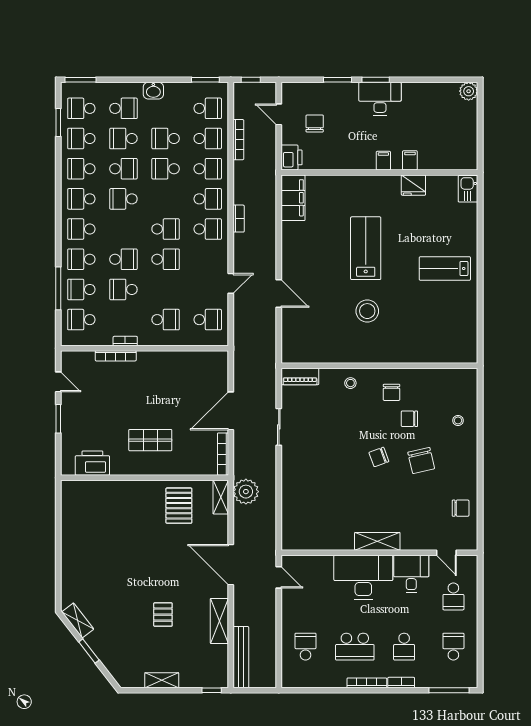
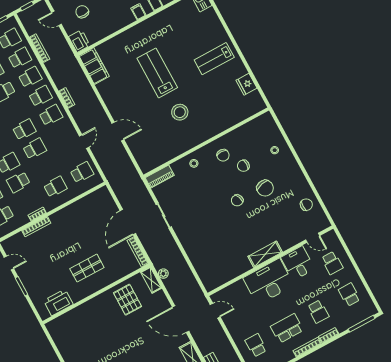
fridge: (413, 185) -> (247, 84), moved, turned 90
plant: (246, 492) -> (163, 274), width x0.53, depth x0.53
school desk: (355, 647) -> (287, 328), turned 180

